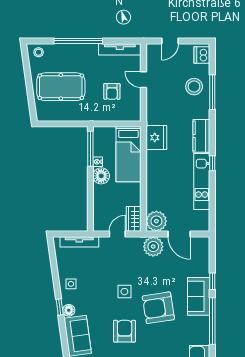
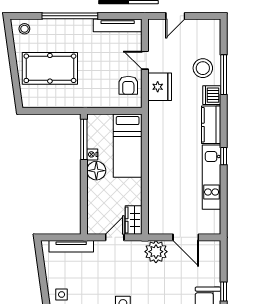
dishwasher: (202, 55) -> (212, 95), moved
armchair: (112, 91) -> (128, 85), moved
fridge: (156, 138) -> (160, 87), moved
plant: (156, 221) -> (160, 223), removed

